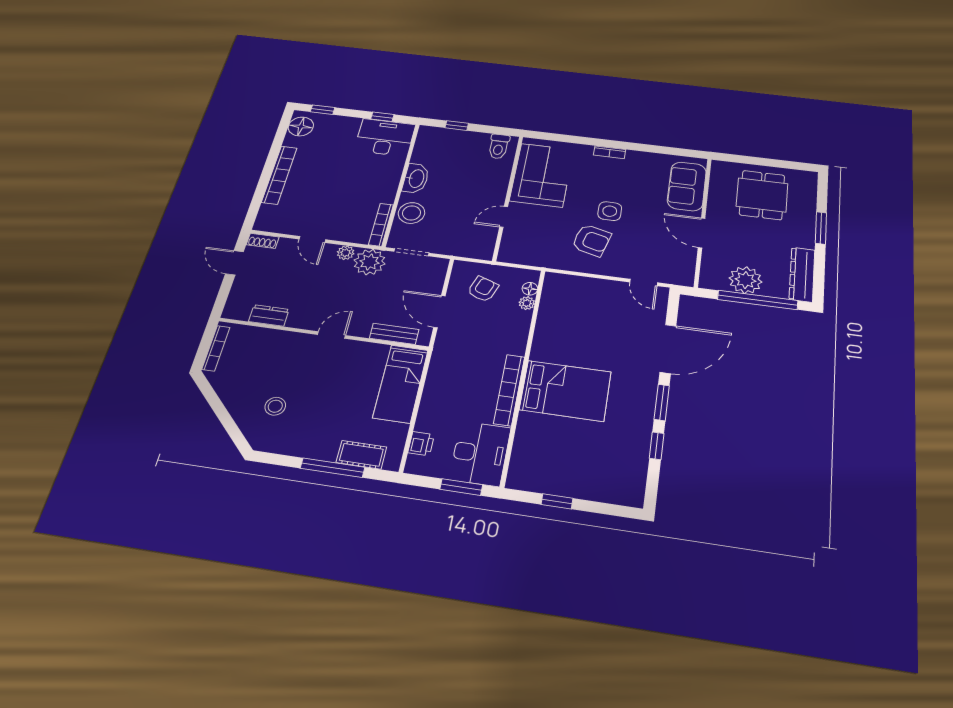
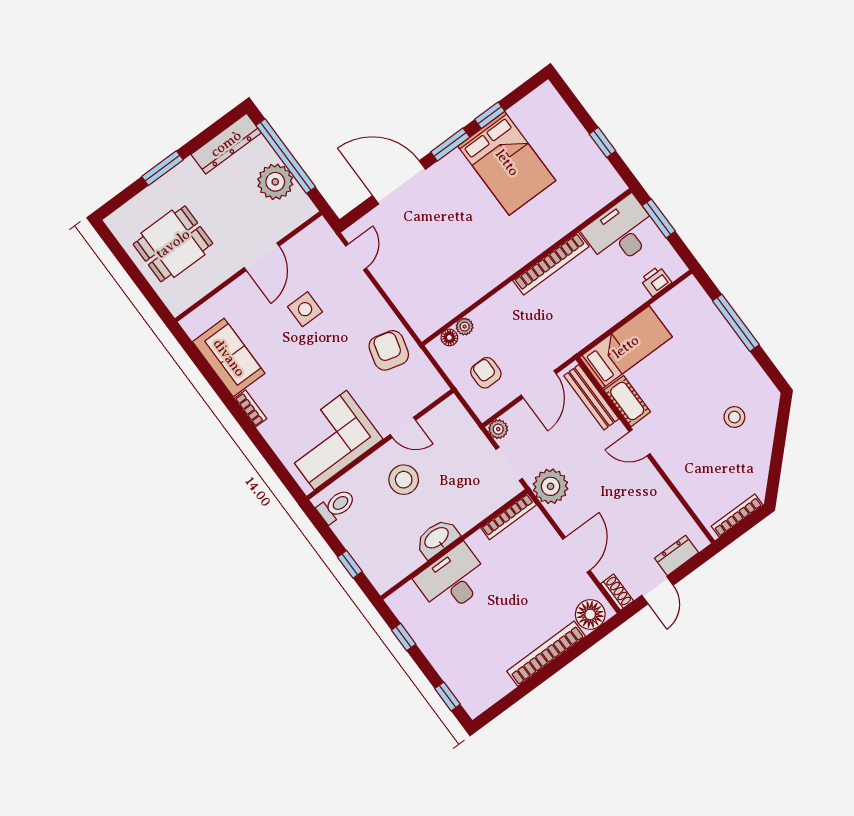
floor lamp: (301, 126) -> (590, 614), moved
desk: (385, 137) -> (453, 580), moved, turned 90
sofa: (687, 186) -> (229, 358), moved, turned -90
side table: (610, 211) -> (305, 309), moved
stool: (411, 213) -> (404, 480), moved
door: (312, 239) -> (576, 555), width x1.38
armchair: (591, 240) -> (389, 350), moved
plant: (346, 253) -> (498, 429), moved
armchair: (483, 289) -> (486, 373), turned 70
dresser: (269, 315) -> (676, 555), moved, turned 90
bench: (394, 334) -> (591, 397), width x1.36
bed: (565, 391) -> (507, 163), moved, turned 180
cot: (361, 455) -> (627, 401), moved

